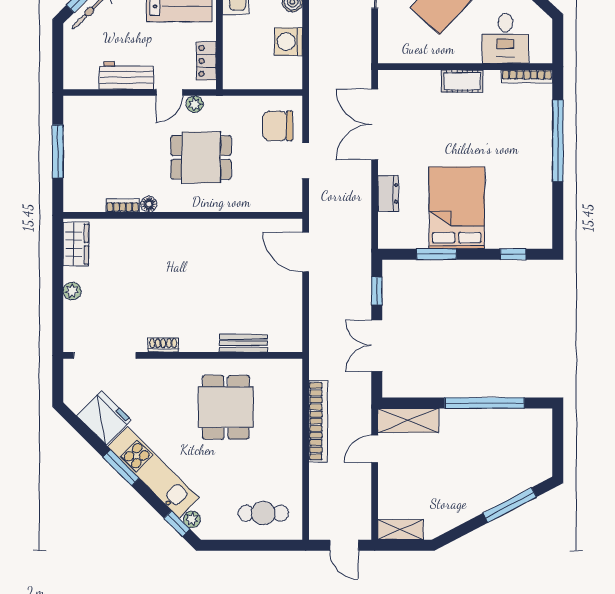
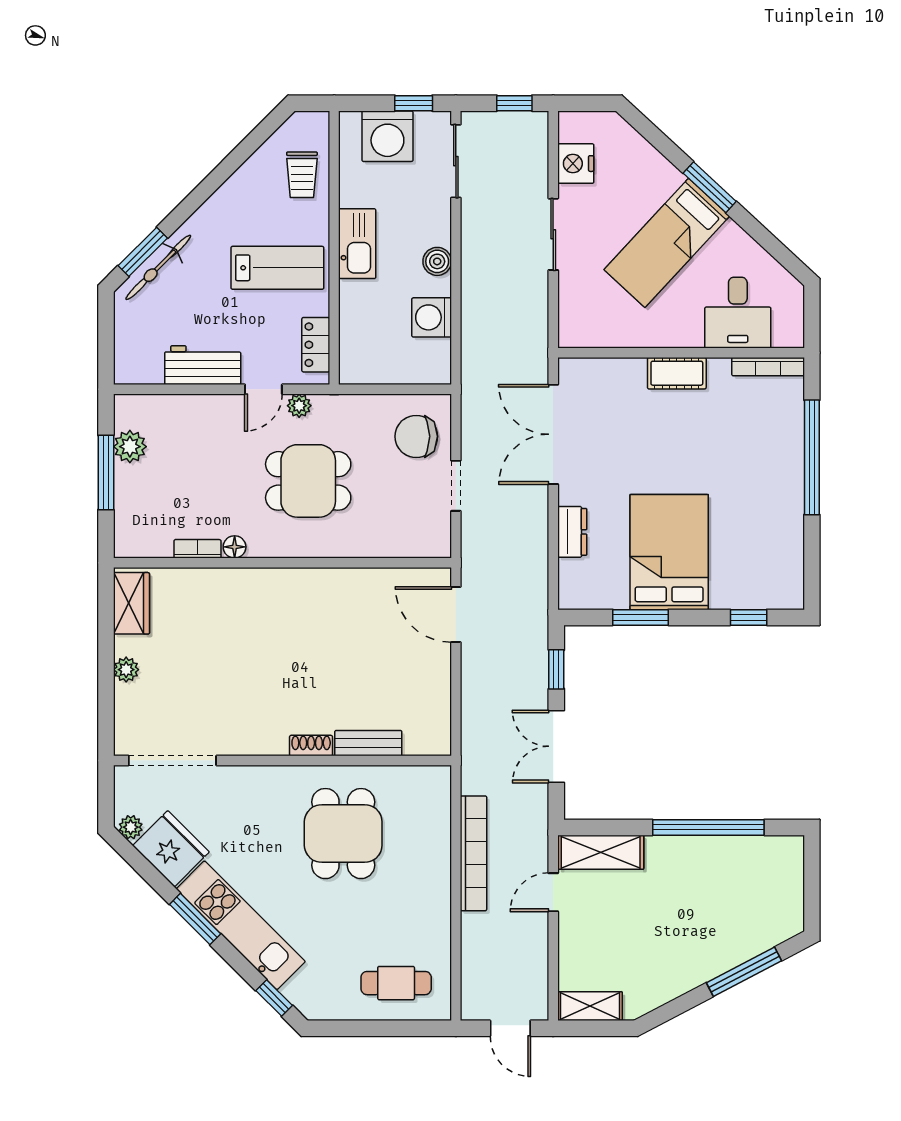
plant: (75, 133) -> (130, 447), added
shoe rack: (163, 345) -> (311, 746), moved
plant: (192, 519) -> (131, 827), moved

